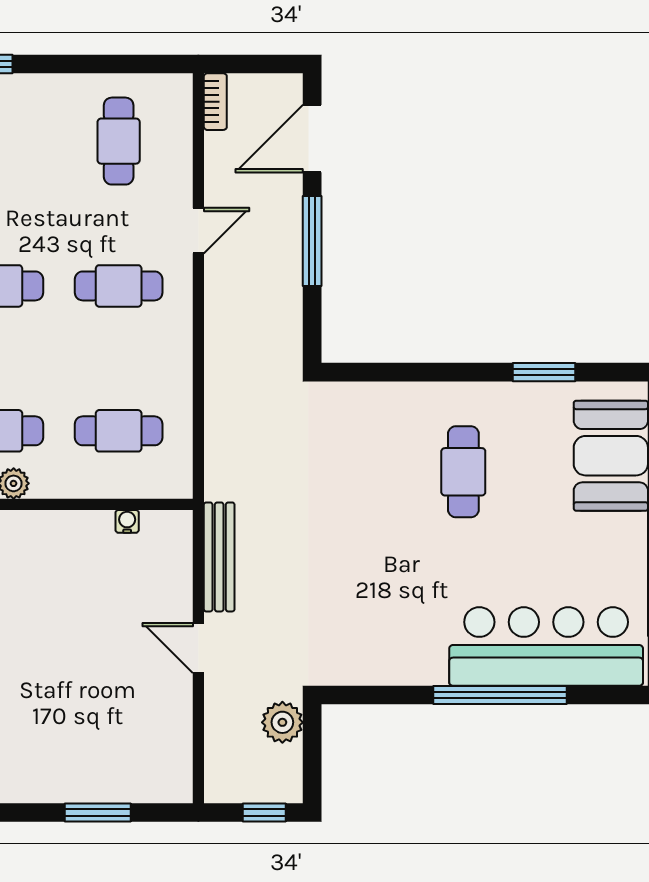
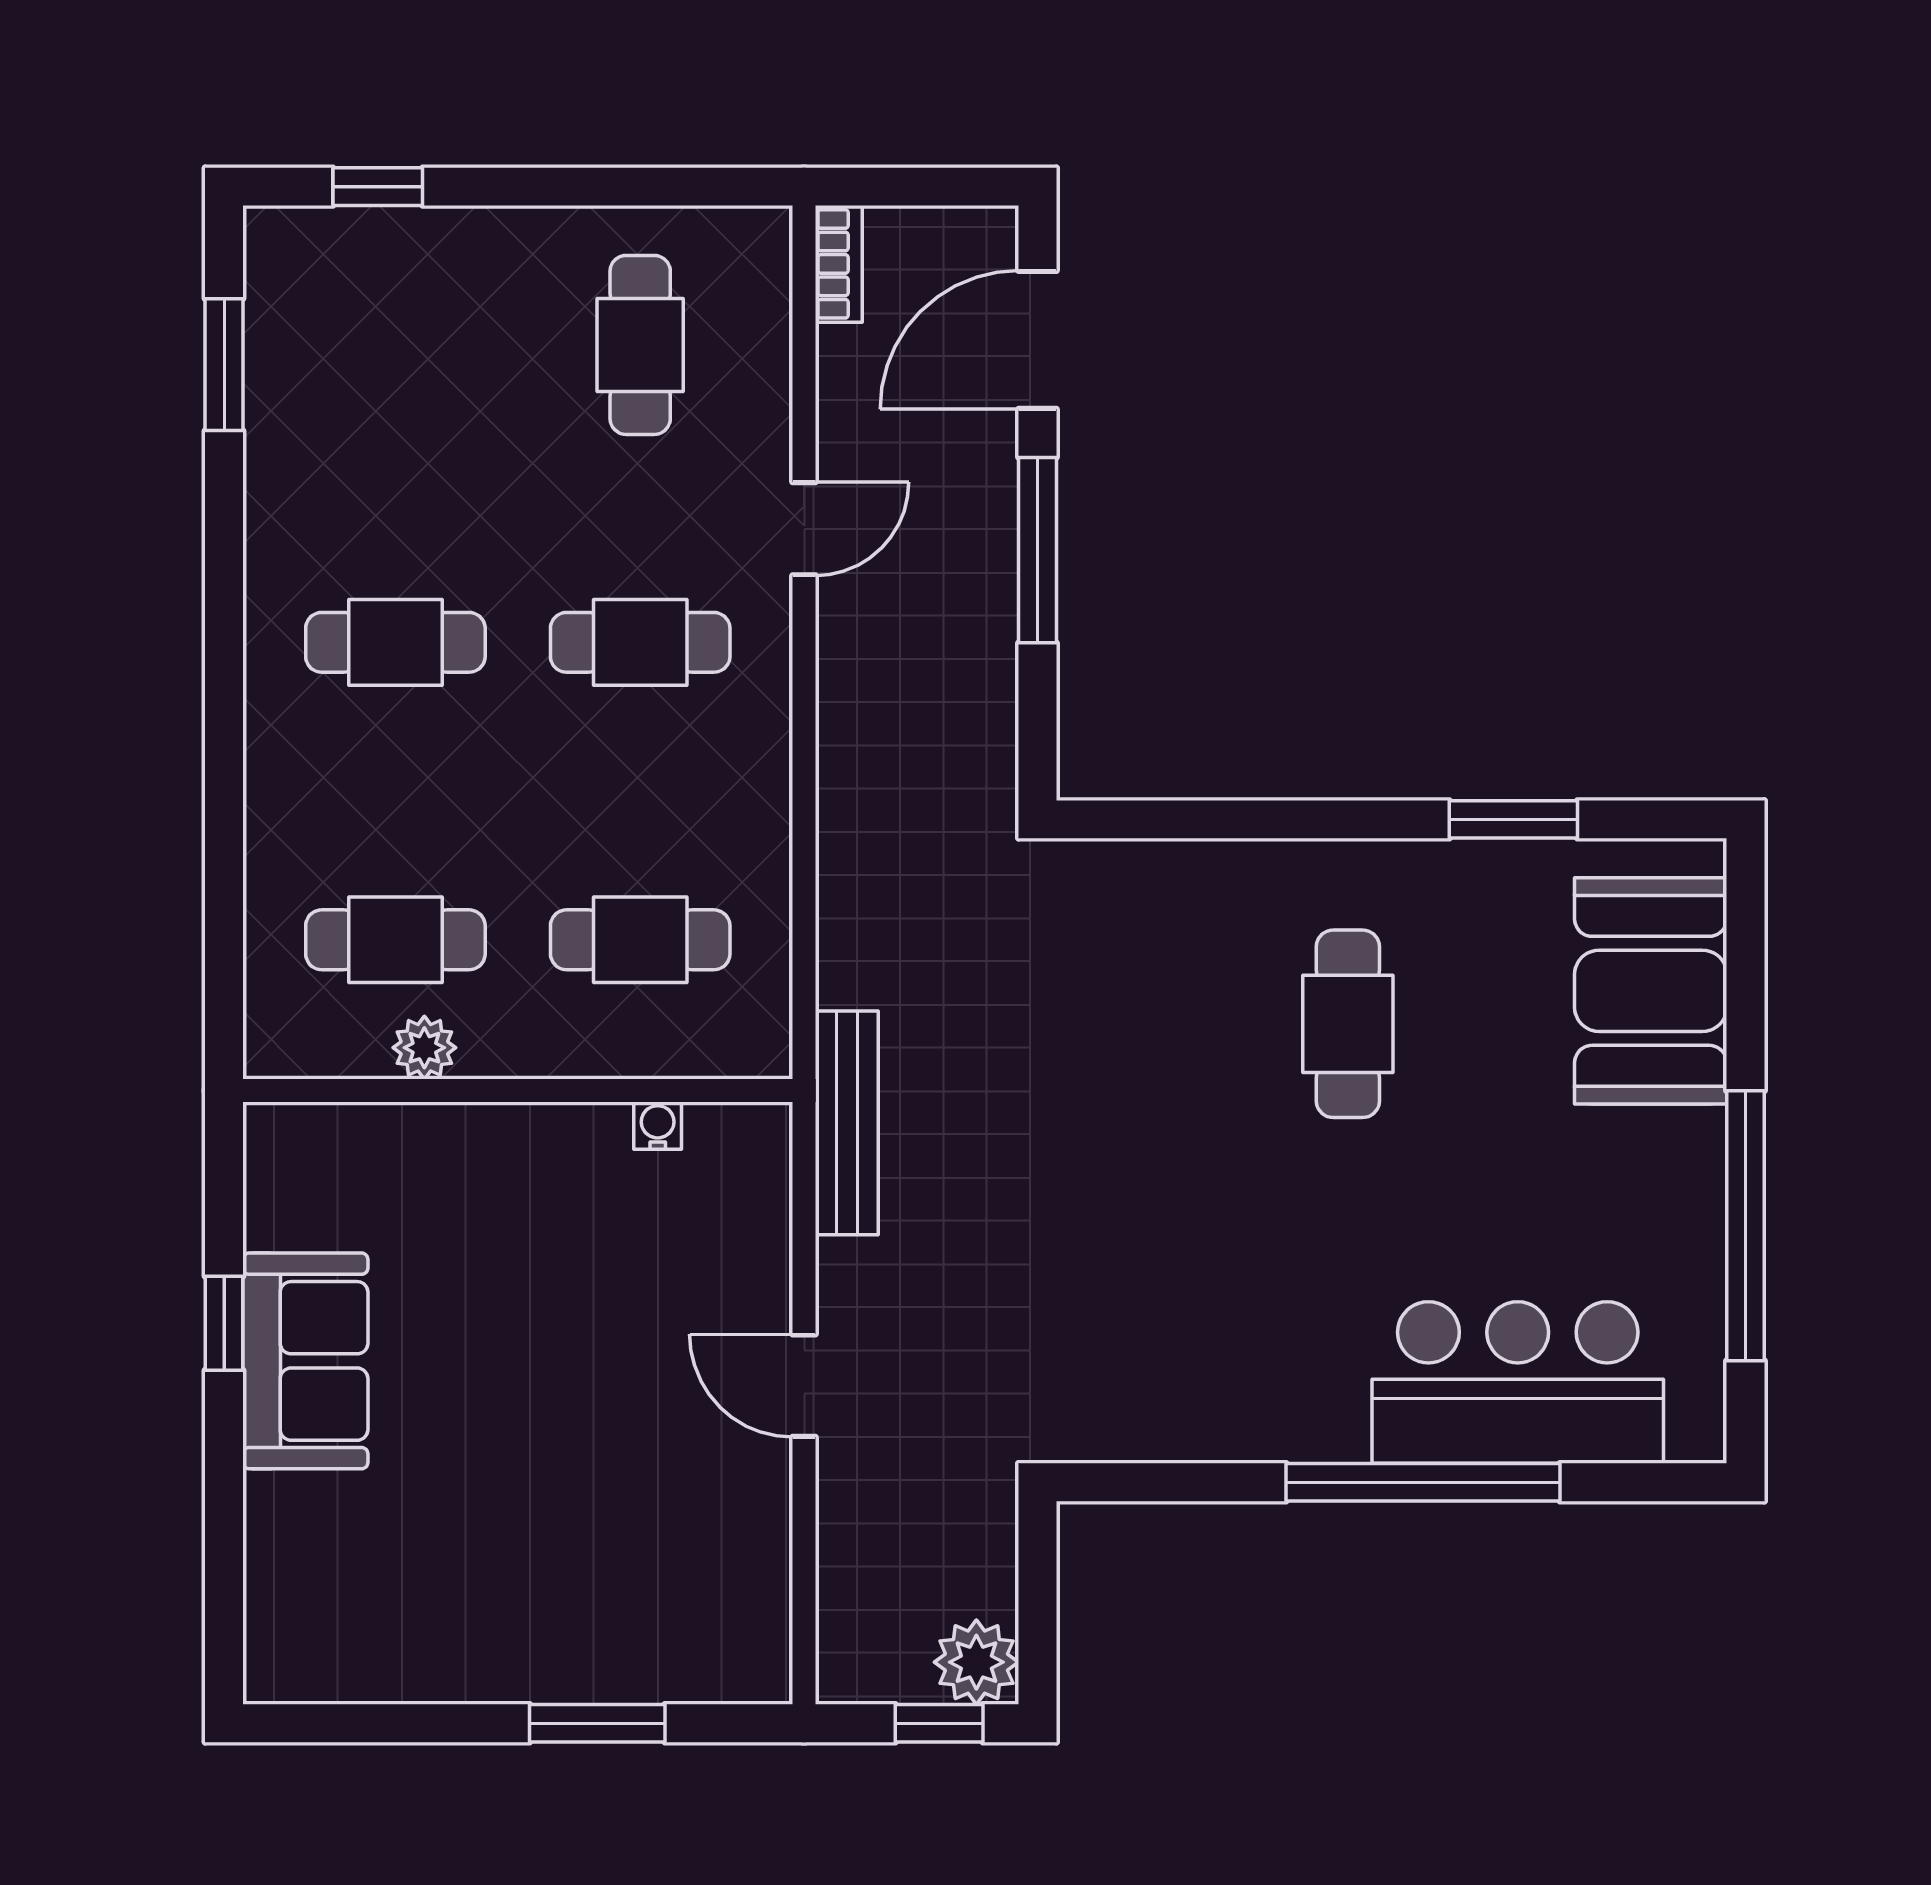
bench: (219, 557) -> (847, 1123), moved
bar counter: (546, 646) -> (1518, 1382), width x0.73
plant: (282, 722) -> (976, 1662), moved

